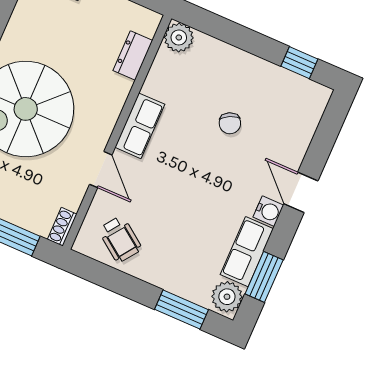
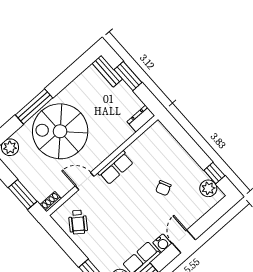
plant: (179, 38) -> (208, 188), moved
dresser: (133, 56) -> (141, 119), moved
door: (101, 170) -> (85, 181), swing flipped

